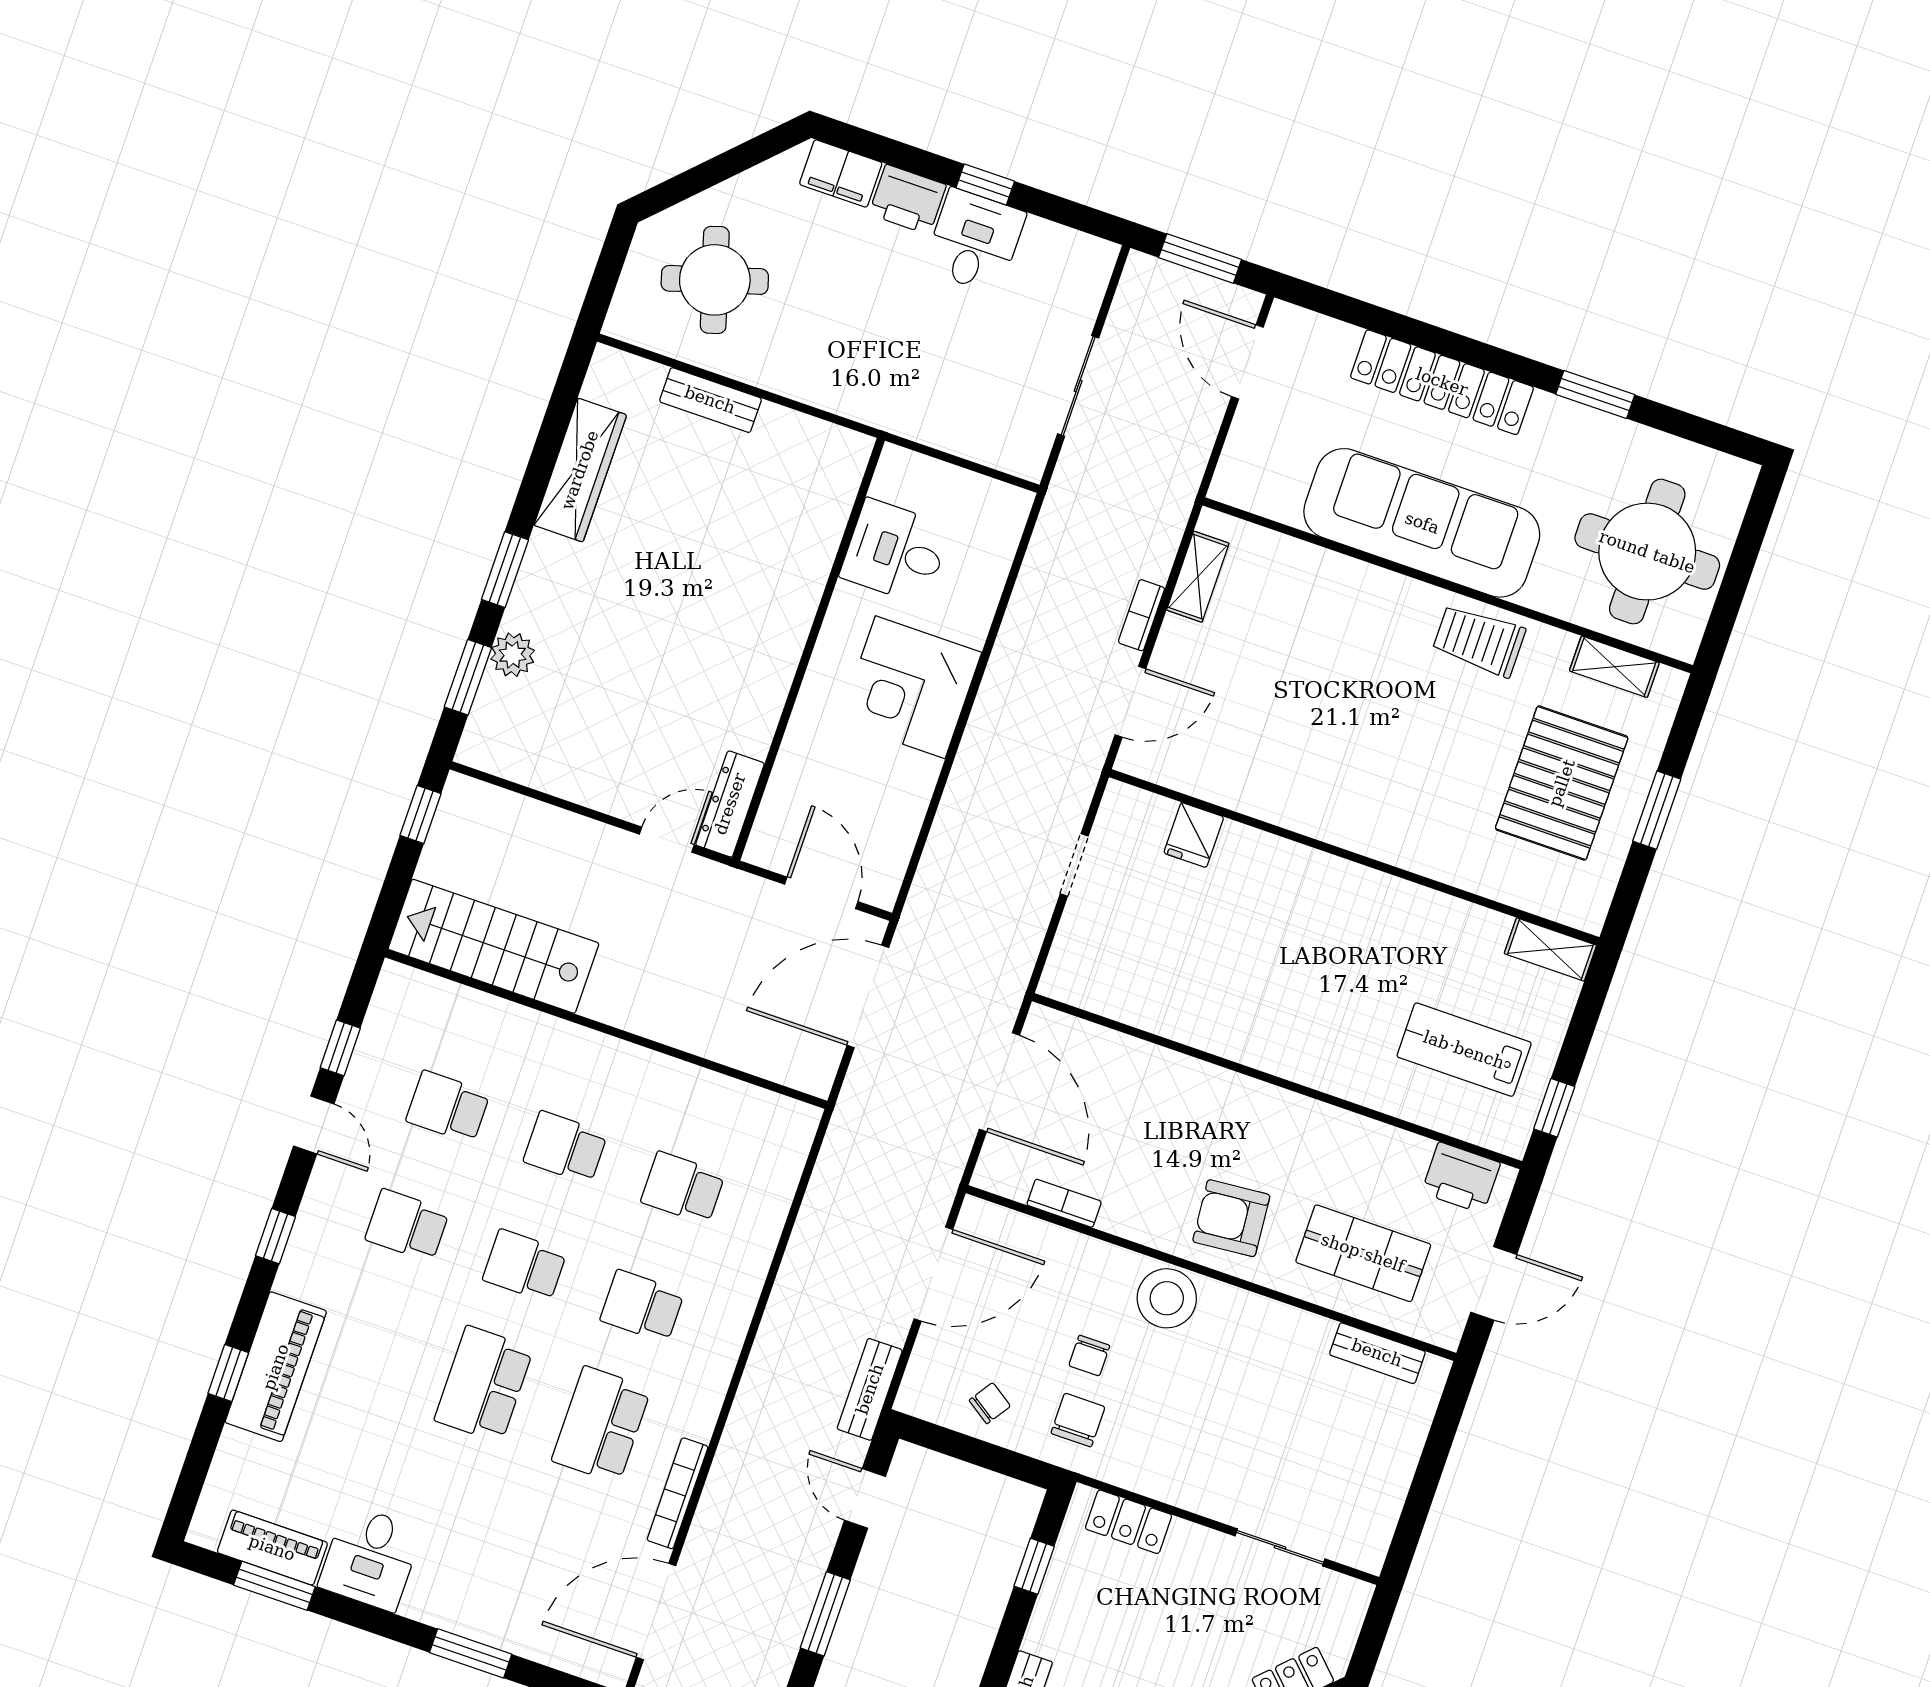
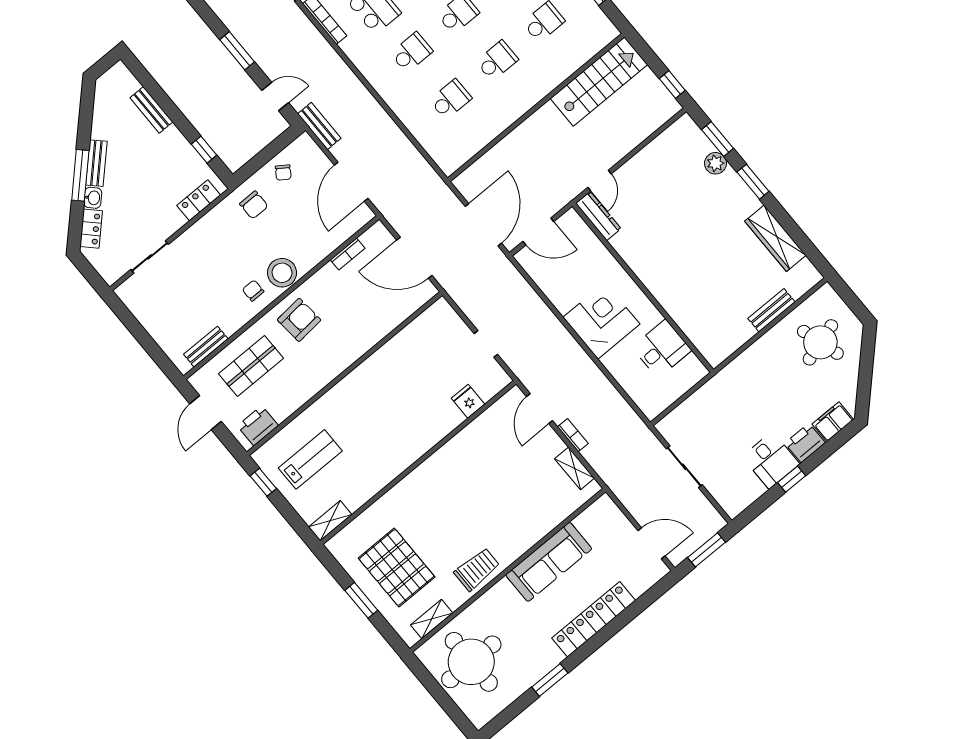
sofa: (1422, 523) -> (549, 562), width x0.74, depth x0.79
chair: (1089, 1356) -> (253, 291), moved

